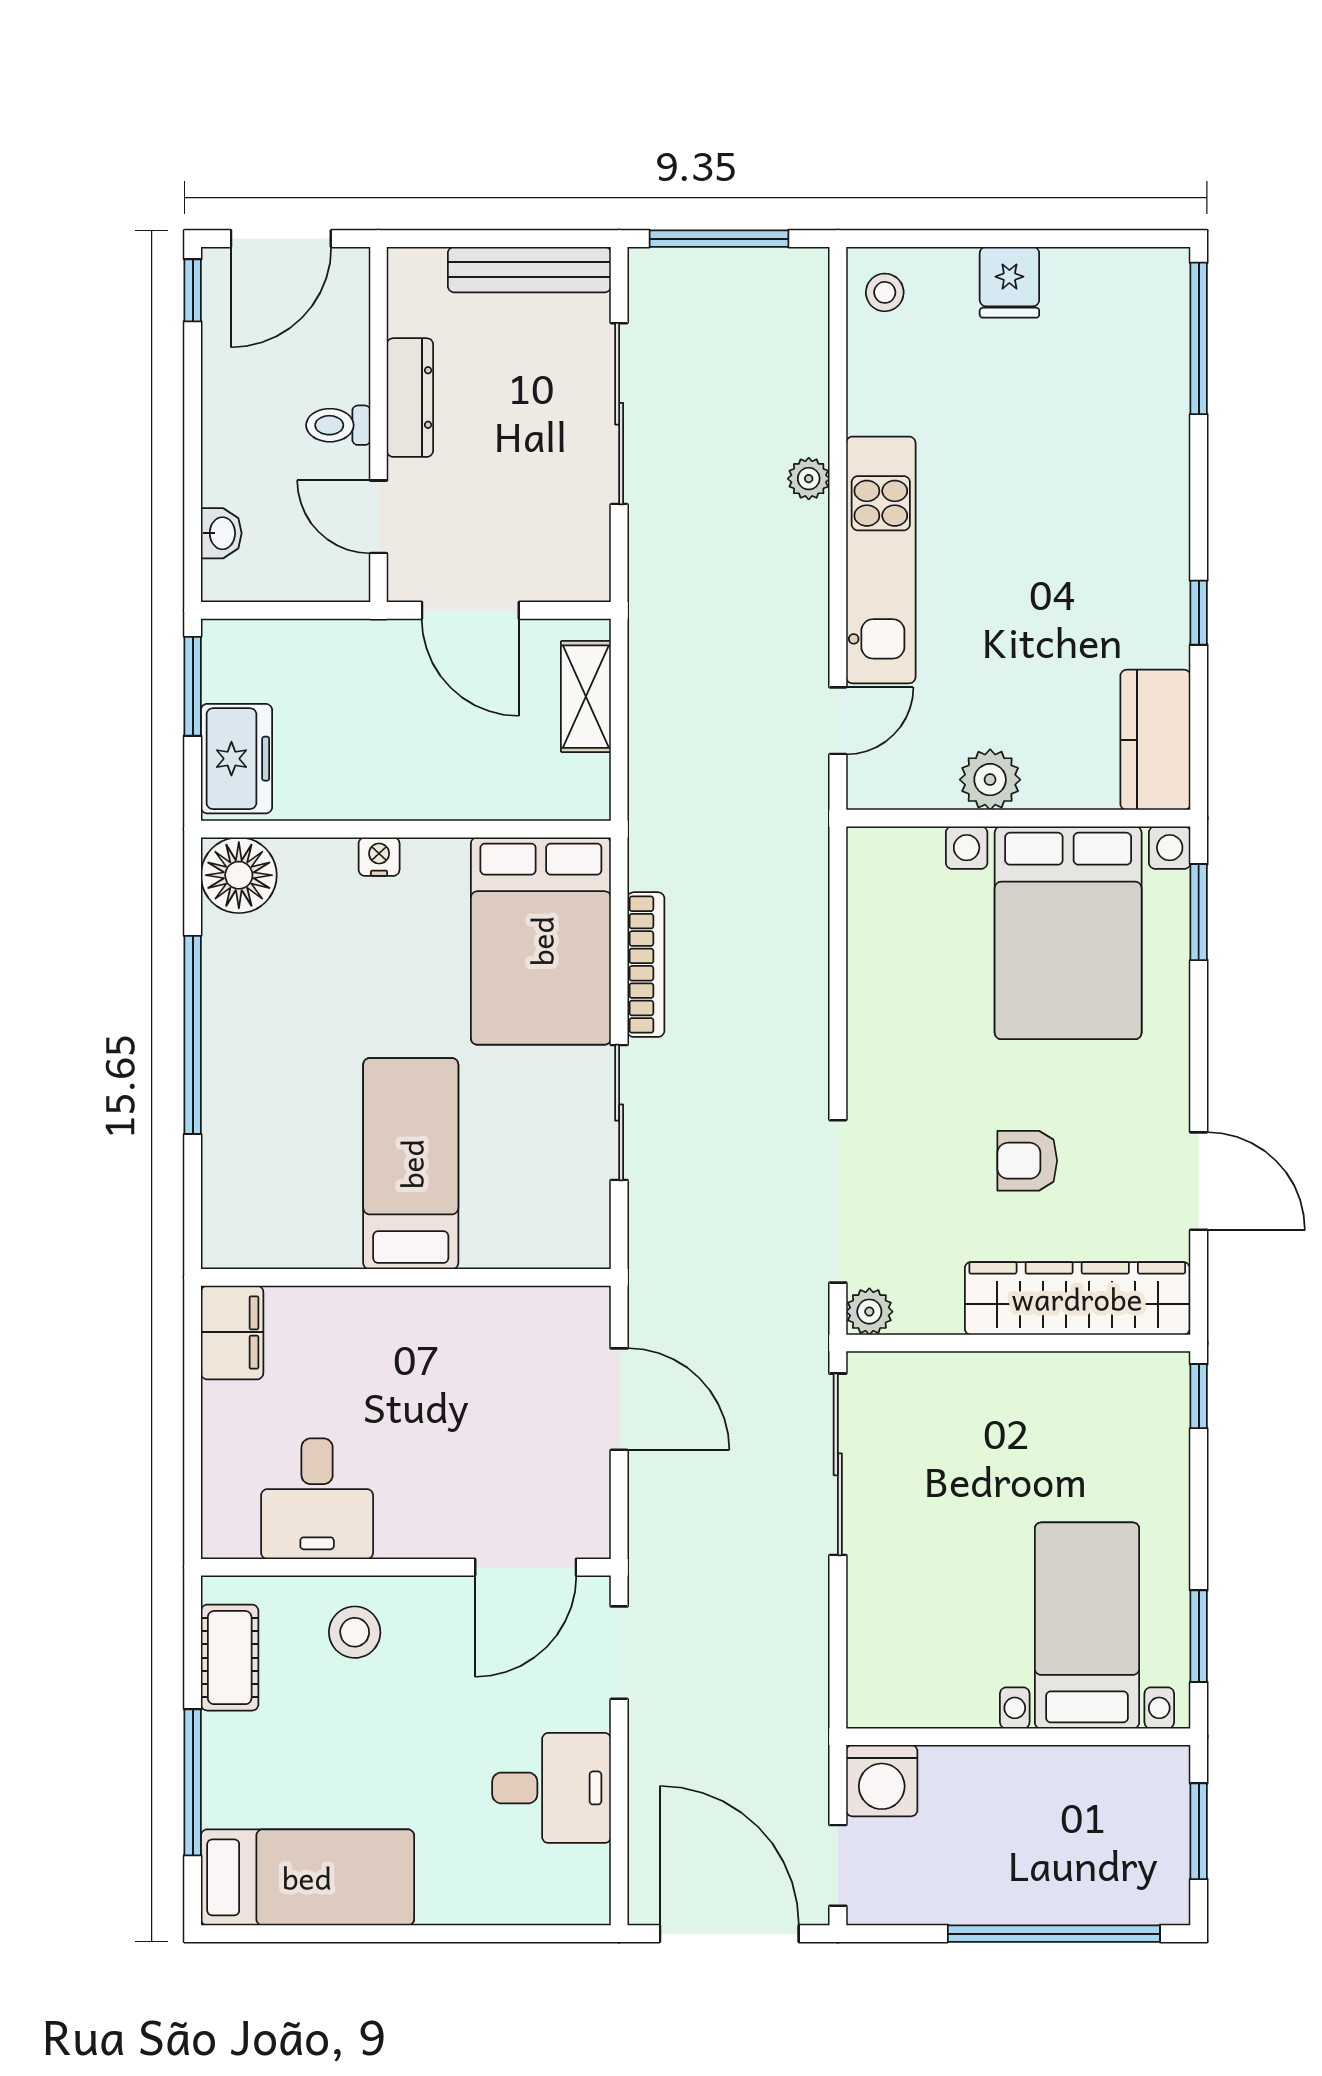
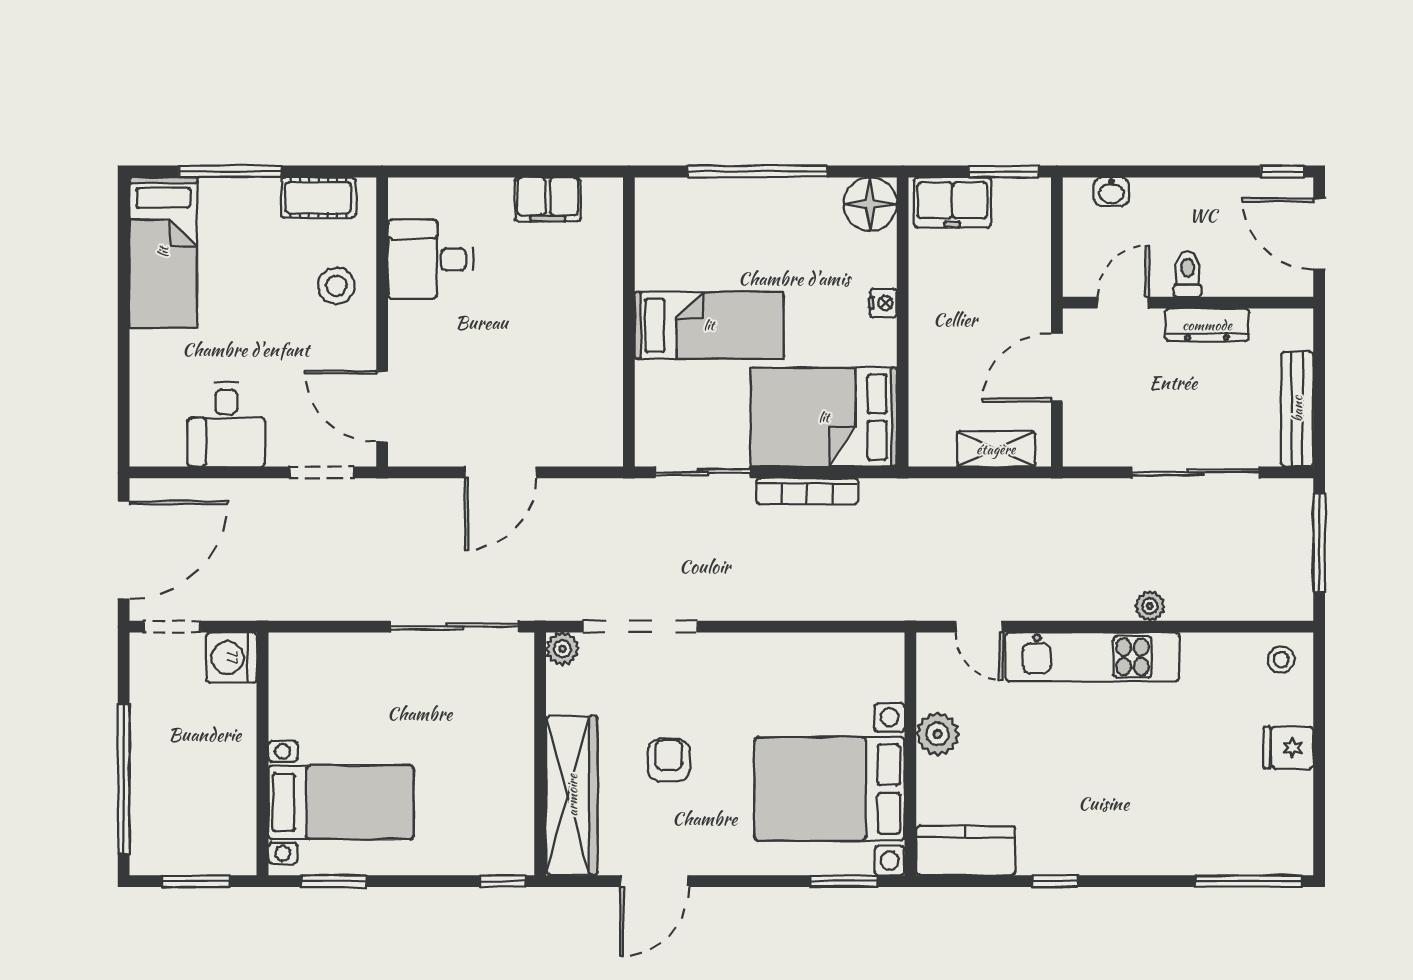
bed: (411, 1164) -> (709, 325), moved
wall: (406, 1277) -> (629, 322), moved

